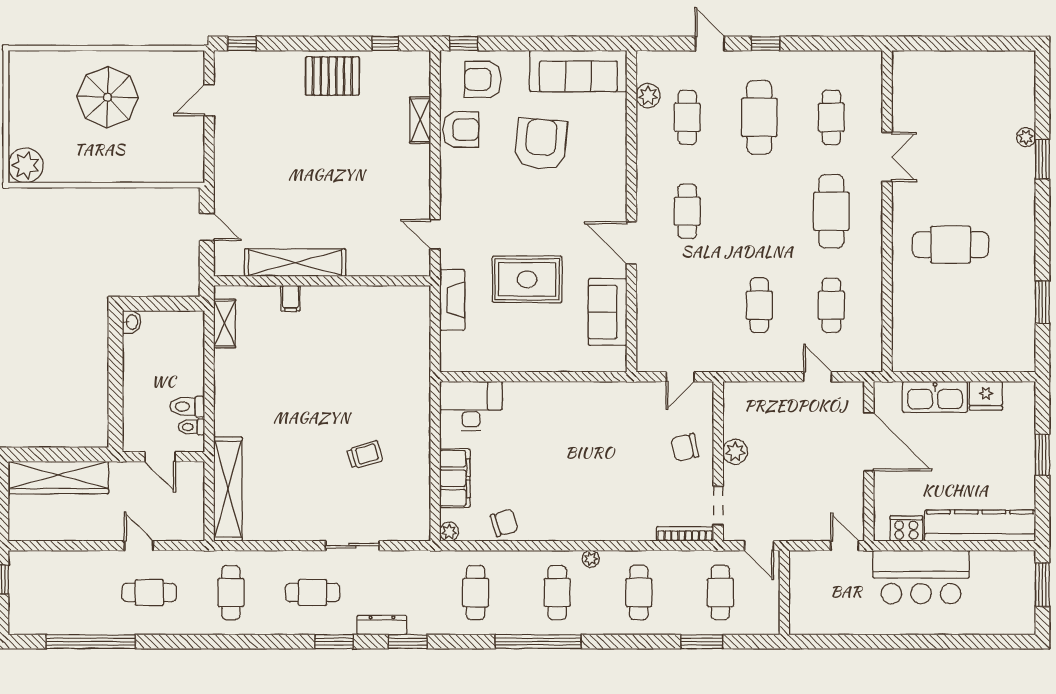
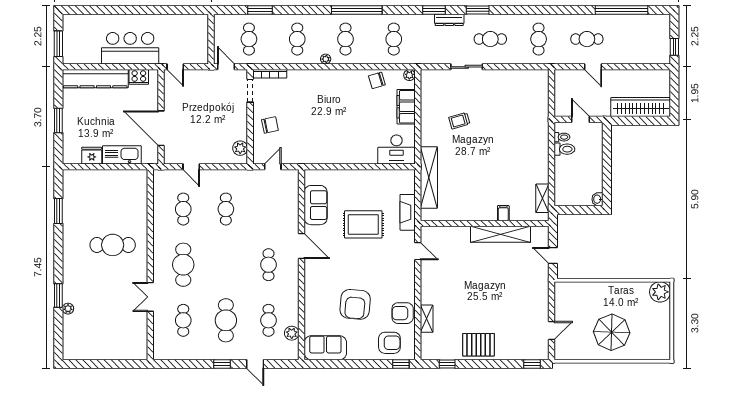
sofa: (578, 71) -> (325, 348), width x0.73
plant: (735, 452) -> (240, 148), moved
shelving: (228, 489) -> (429, 178), moved

